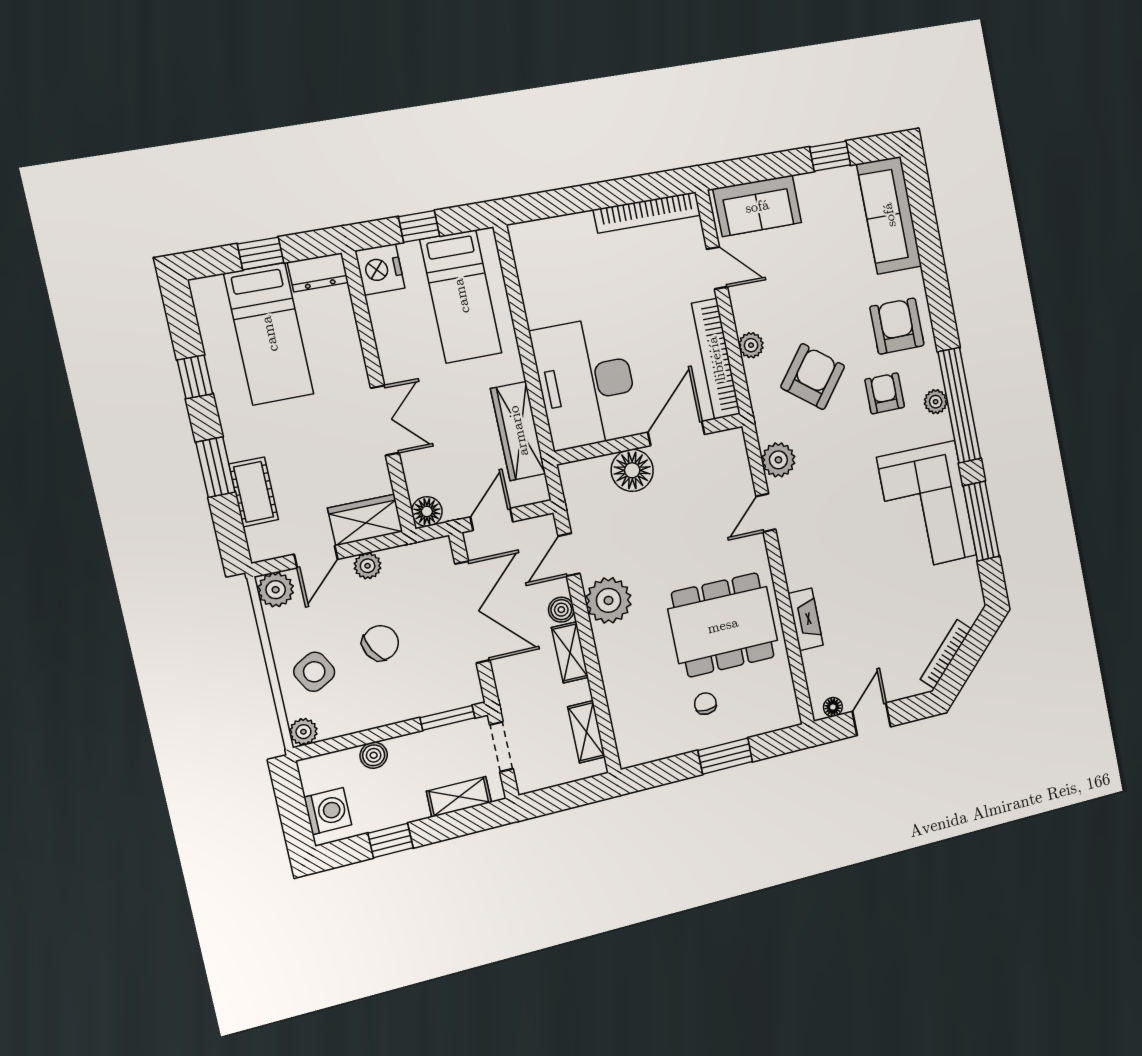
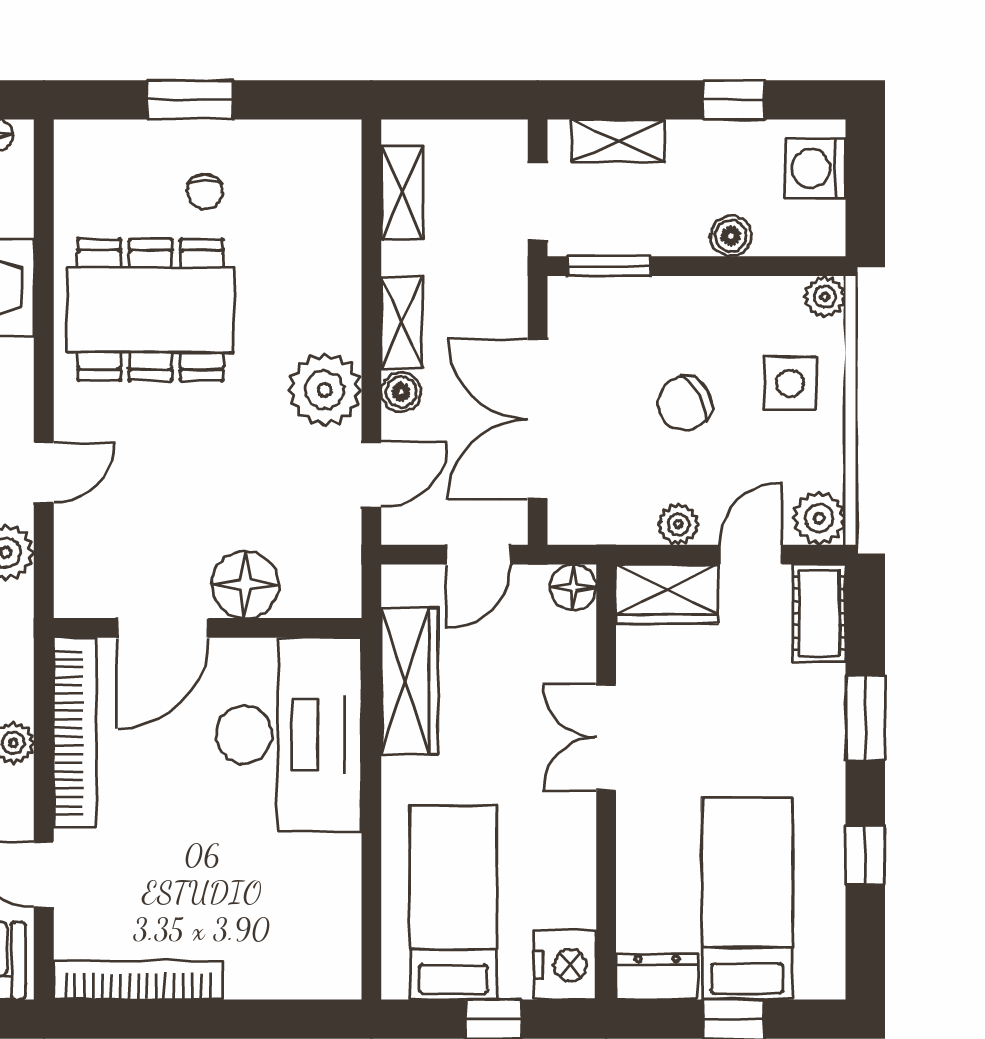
cot: (254, 492) -> (819, 613), moved
side table: (314, 672) -> (790, 383), turned 30

